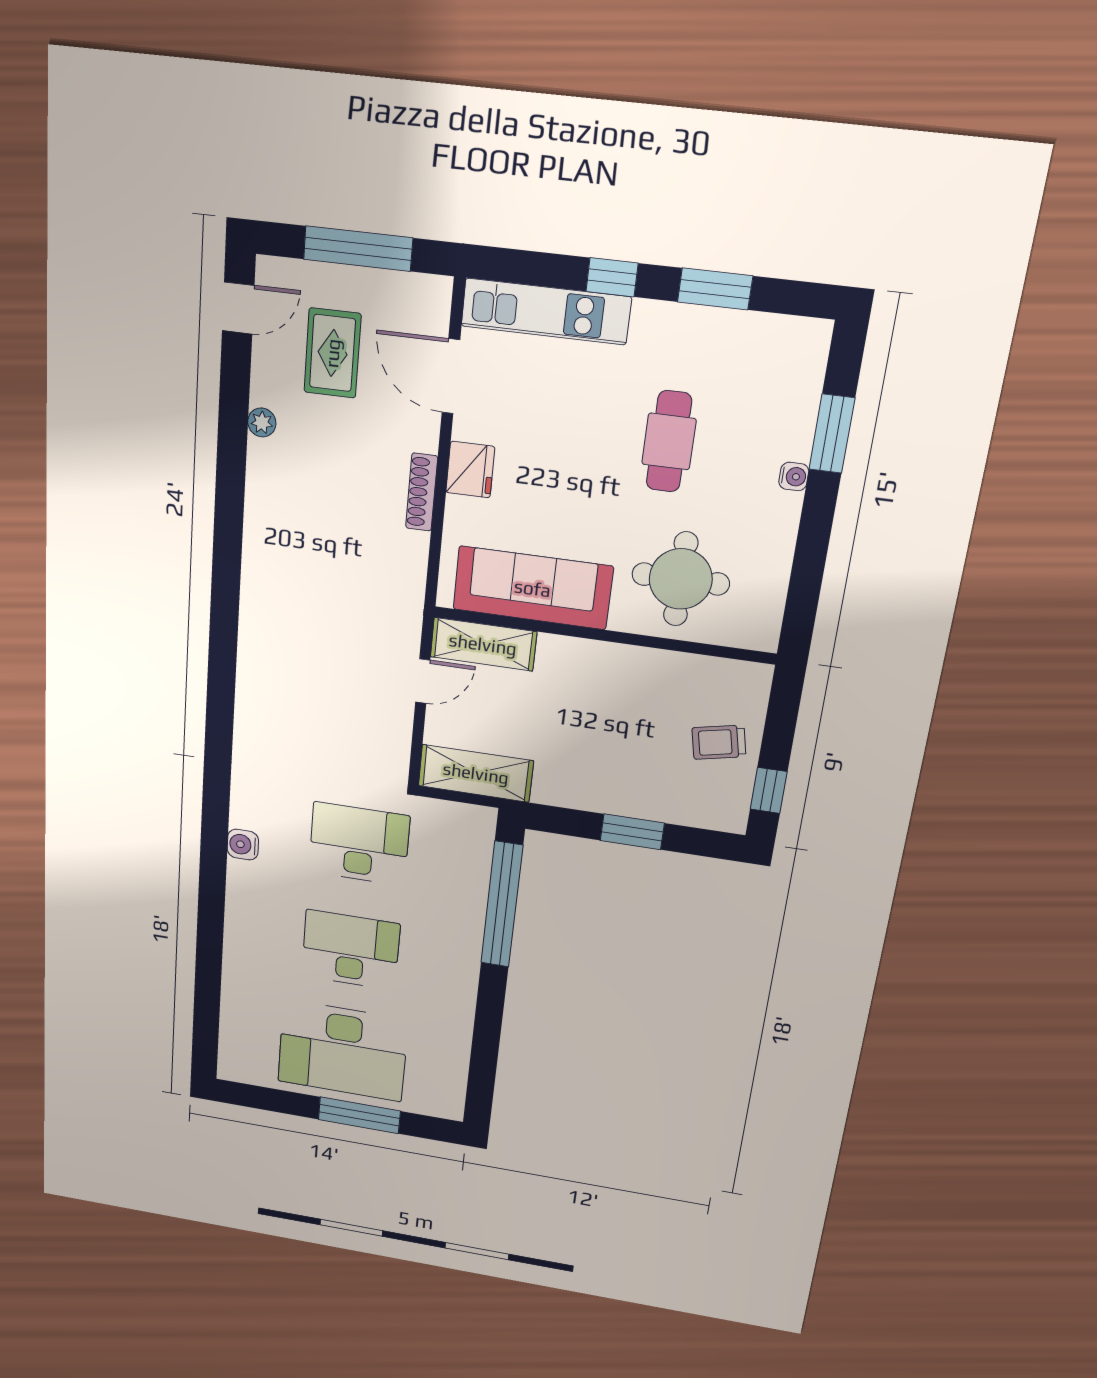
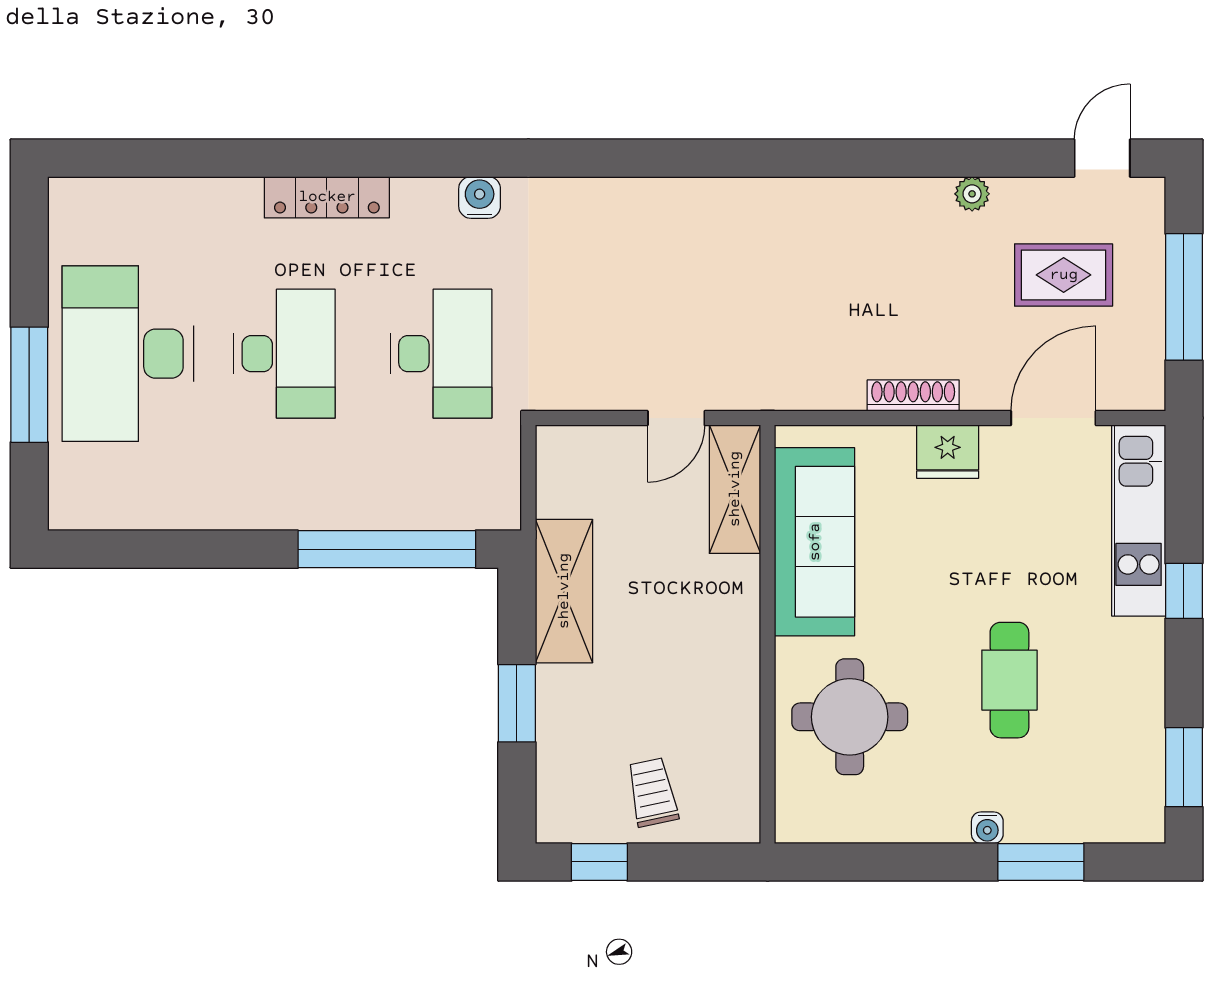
window: (715, 289) -> (1184, 767), moved
door: (238, 308) -> (1102, 158), swing flipped
cafe table: (669, 441) -> (1009, 680), turned 90
door: (423, 681) -> (676, 418), hinge flipped
shelving: (476, 773) -> (564, 591), moved
water cooler: (243, 845) -> (480, 197), moved
locker: (240, 903) -> (327, 197), added

